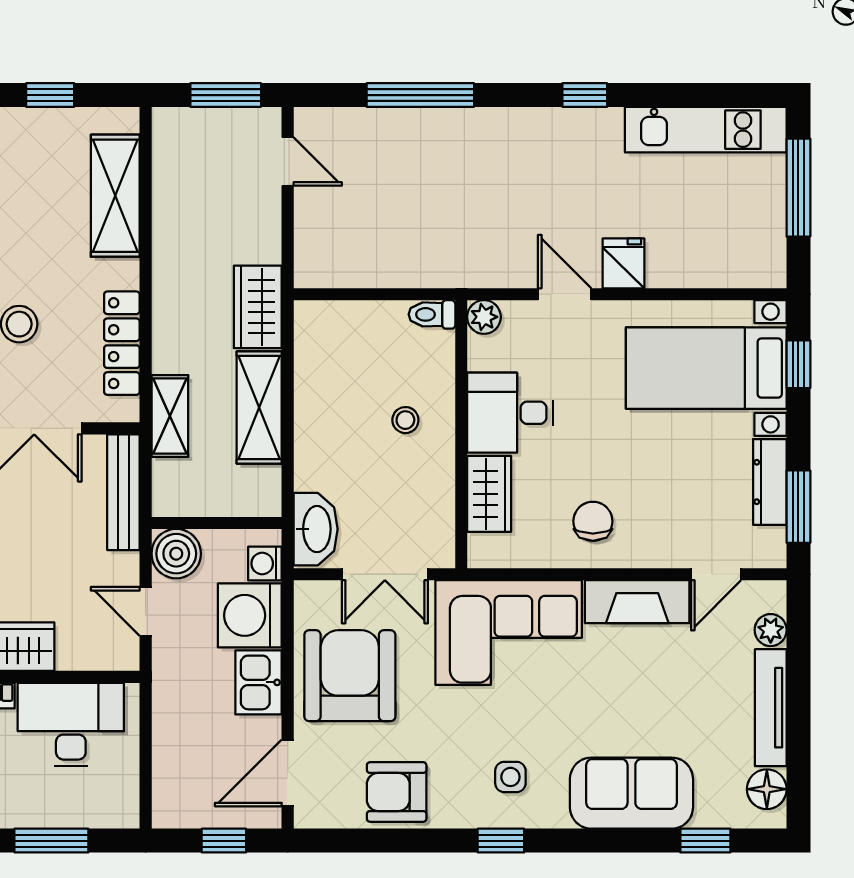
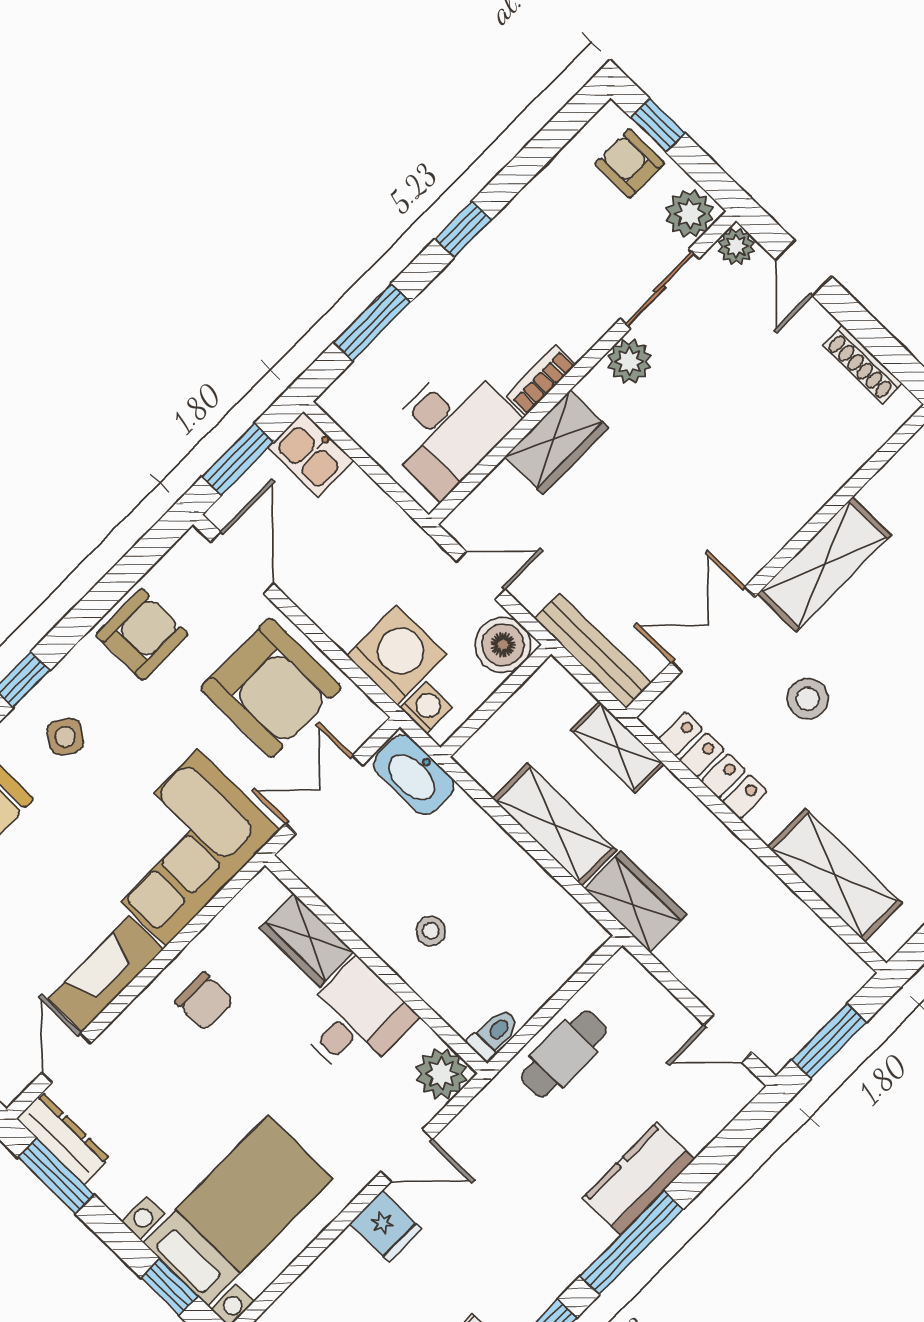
window: (420, 95) -> (632, 1243), moved
kitchen counter: (434, 131) -> (639, 1179), added
cafe table: (401, 257) -> (564, 1054), added
plant: (484, 317) -> (442, 1074), width x1.38, depth x1.38
dresser: (770, 482) -> (63, 1139), moved
kitchen sink: (258, 682) -> (311, 454), moved, turned 180
side table: (510, 777) -> (65, 737), turned 36
window: (224, 841) -> (238, 459), width x1.50

